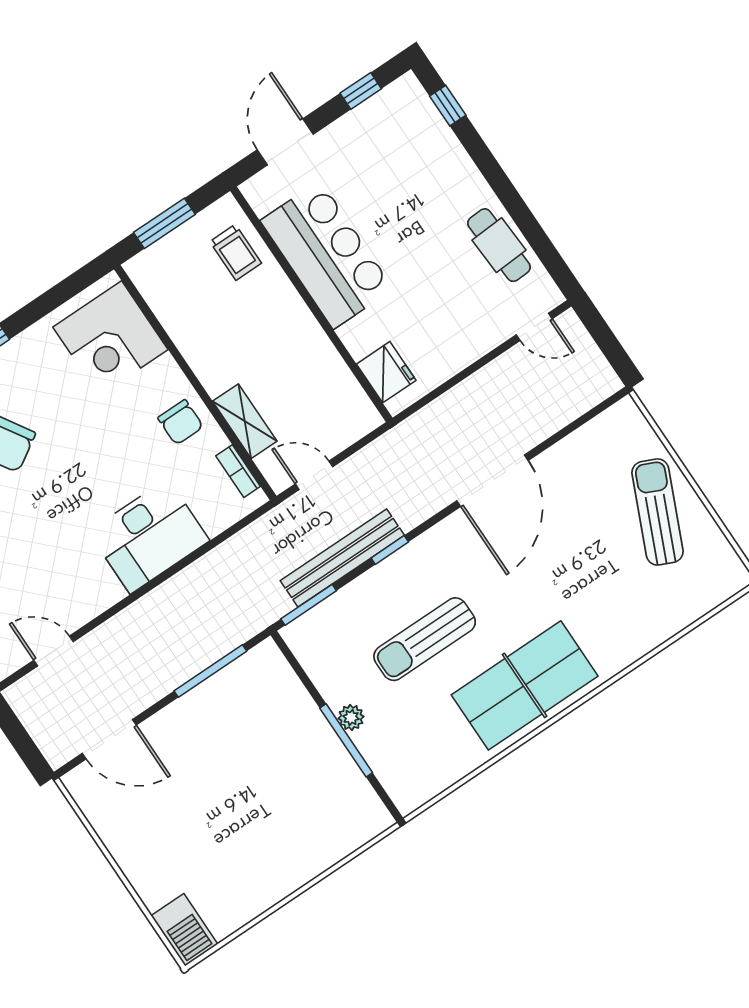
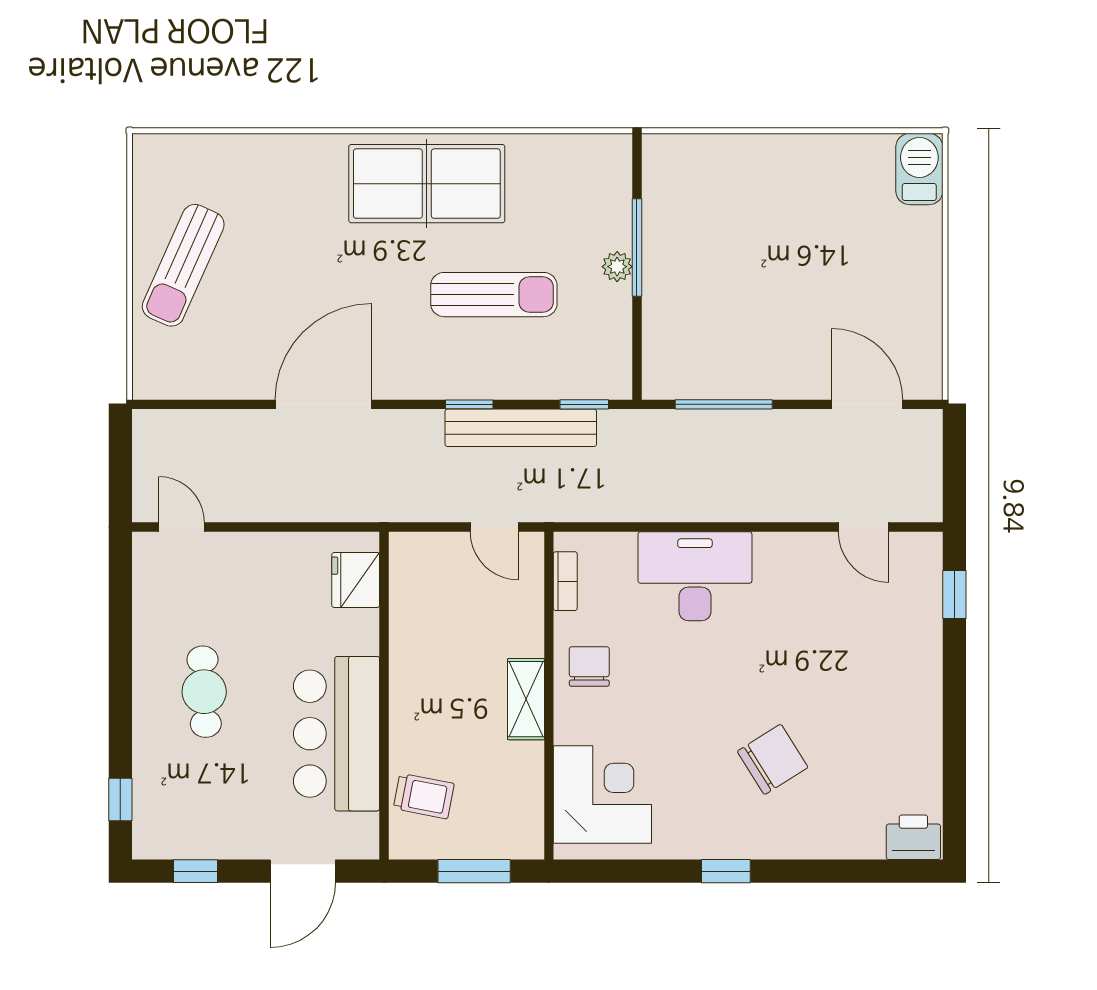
cafe table: (499, 245) -> (204, 692), moved
trolley: (236, 252) -> (424, 796), turned 101
shelving: (245, 421) -> (526, 699), moved
window: (309, 605) -> (584, 404), width x0.67

